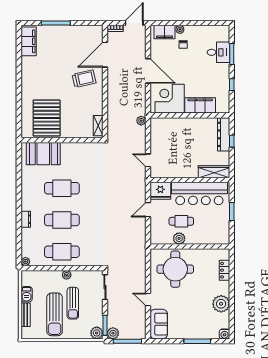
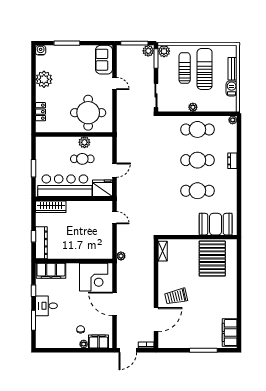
desk: (218, 52) -> (46, 306), moved
filing cabinet: (200, 105) -> (51, 271), moved
sun lounger: (73, 303) -> (185, 68), moved

